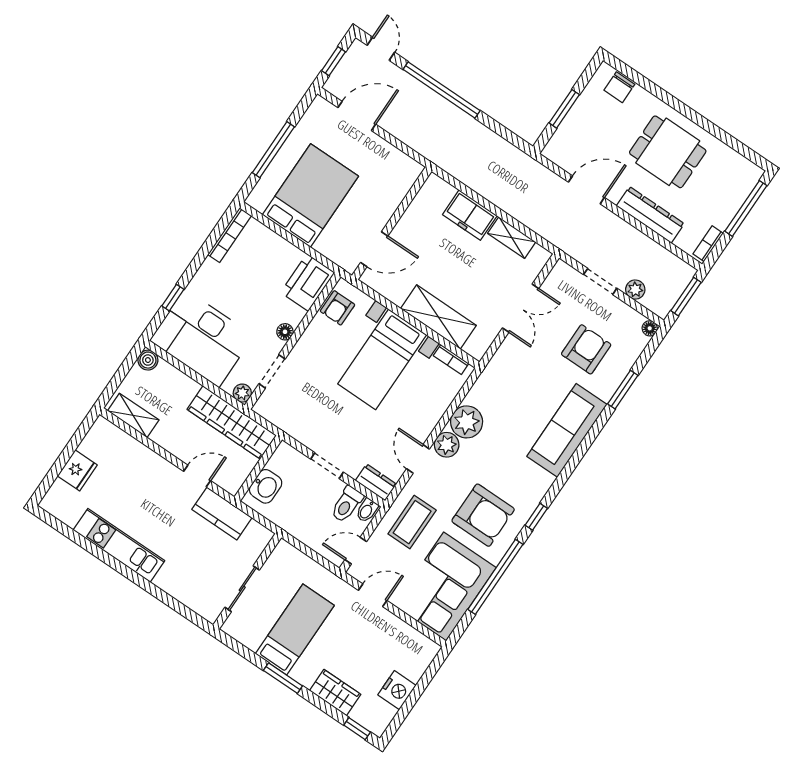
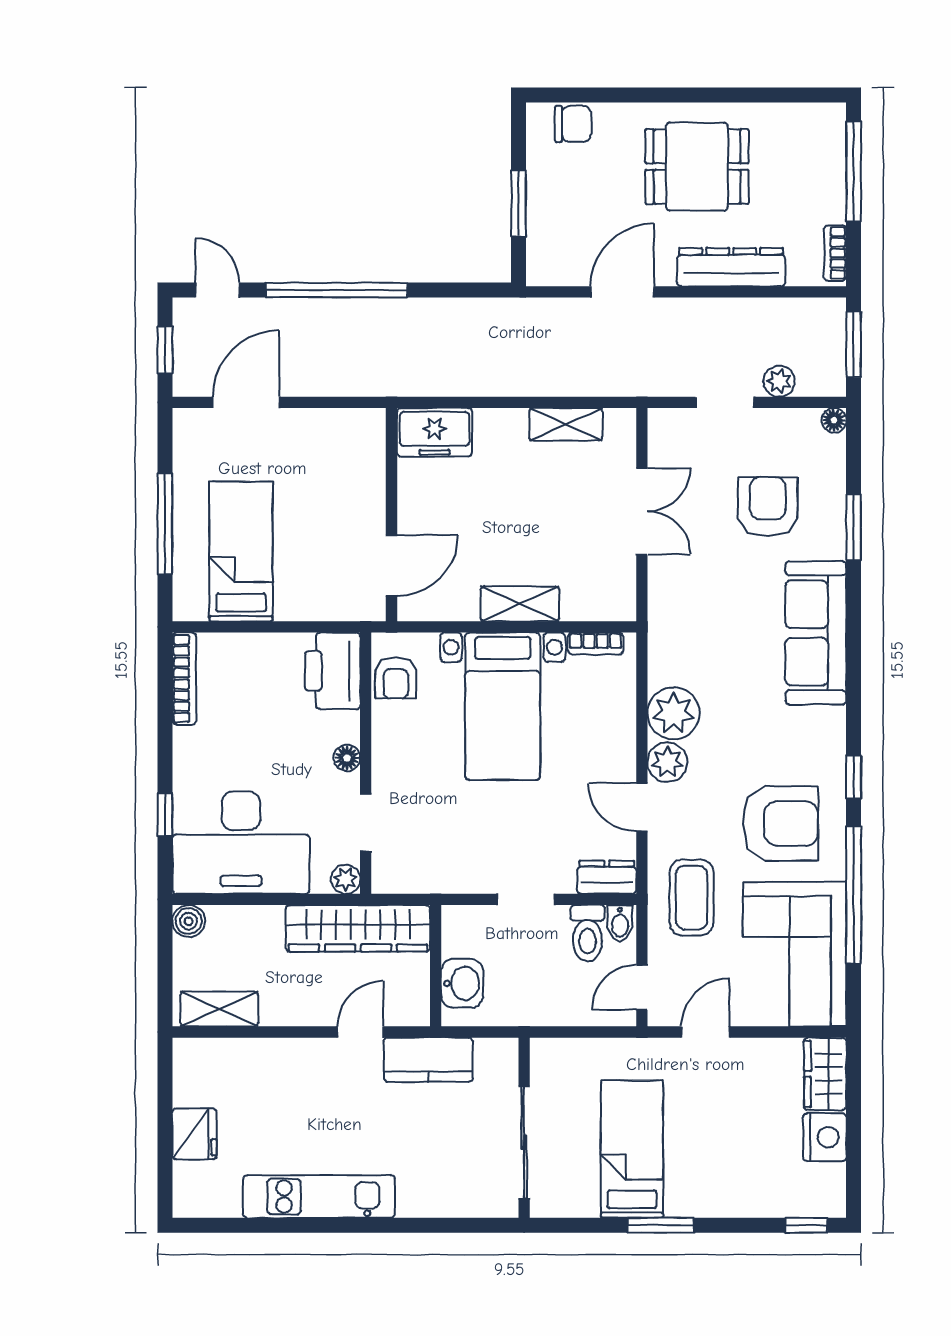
chair: (619, 87) -> (573, 124), turned -90
bed: (310, 195) -> (241, 551), width x0.67
freezer: (470, 215) -> (435, 432), moved
shelving: (438, 317) -> (520, 604), width x0.67, depth x0.75
sliding door: (242, 589) -> (524, 1142), width x1.37
wardrobe: (335, 692) -> (825, 1074), moved, turned -90

